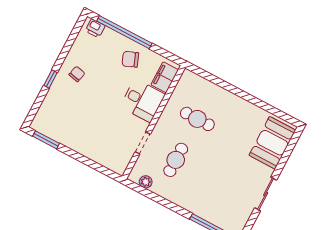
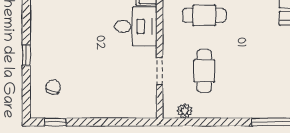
chair: (77, 74) -> (53, 87), moved
window: (46, 140) -> (55, 122), width x0.67

